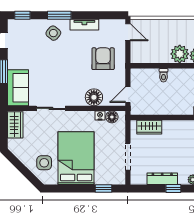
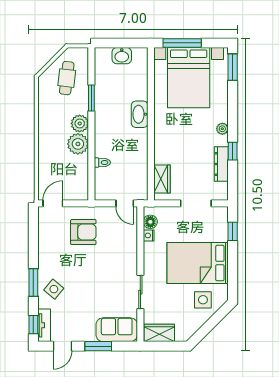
tv unit: (84, 25) -> (44, 325), moved
armchair: (103, 59) -> (83, 232), turned 180
floor lamp: (94, 97) -> (128, 242), removed

